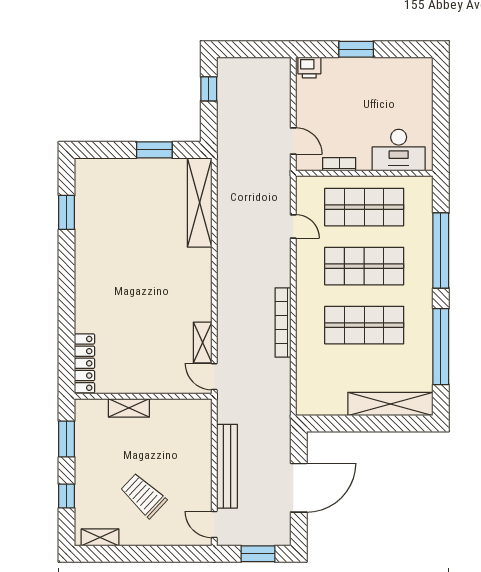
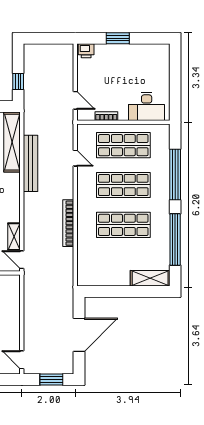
window: (209, 89) -> (18, 82), moved
shelving: (390, 404) -> (150, 278), width x0.68
bench: (227, 466) -> (30, 163), moved

